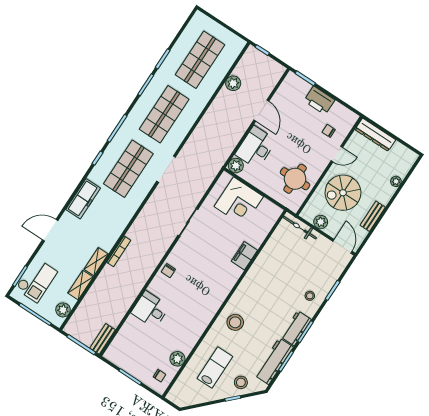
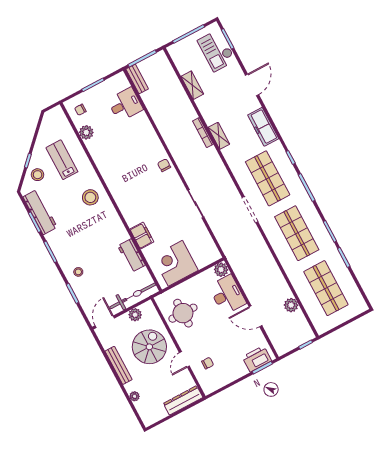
printer: (319, 100) -> (257, 359), moved
corner desk: (239, 202) -> (175, 263), moved
bench: (373, 216) -> (119, 365), width x1.36
bicycle: (300, 228) -> (133, 296), width x1.37, depth x1.40
door: (342, 246) -> (105, 322), swing flipped
shelving: (96, 262) -> (219, 136), moved
desk: (150, 309) -> (125, 105), moved
plant: (63, 310) -> (179, 59), removed
workbench: (296, 328) -> (131, 255), moved, turned 180
lab bench: (215, 367) -> (62, 160), turned 180

